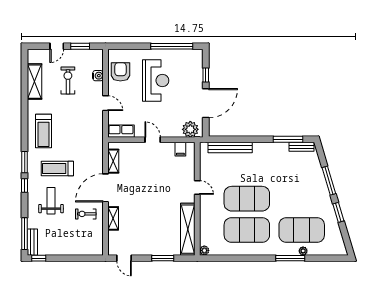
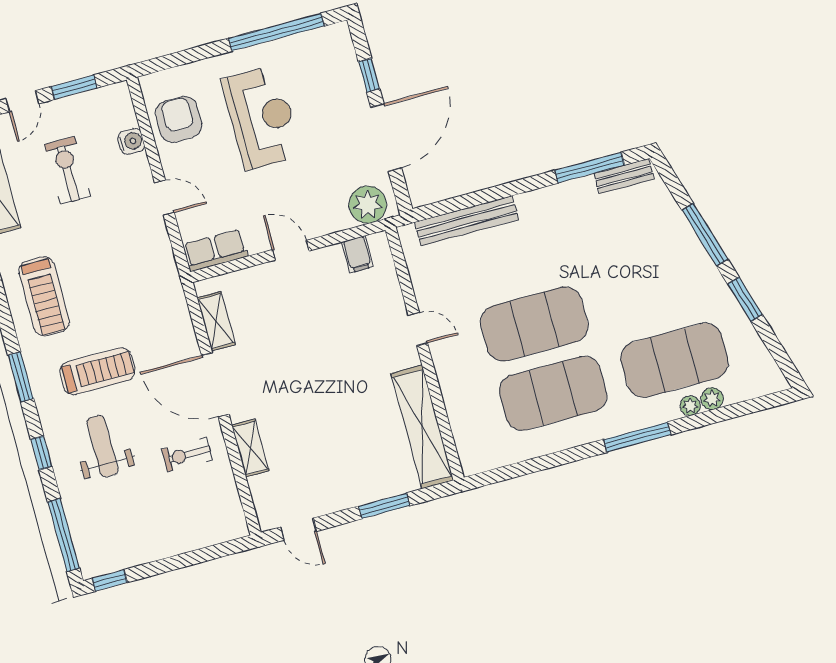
treadmill: (57, 169) -> (97, 371), turned 180
window: (25, 186) -> (41, 453), moved
door: (105, 188) -> (215, 385), hinge flipped
bench: (32, 242) -> (86, 549), removed
plant: (204, 250) -> (712, 399), moved
window: (290, 258) -> (637, 437), moved

